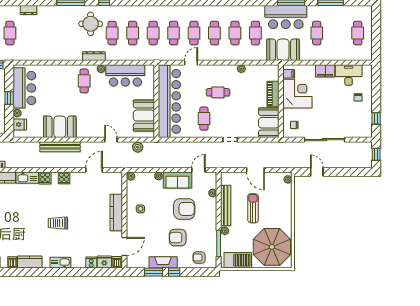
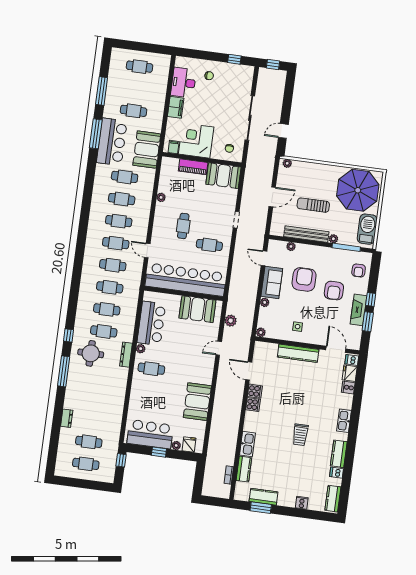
bench: (60, 147) -> (219, 404), removed
cooker: (45, 178) -> (255, 391), moved
trolley: (58, 223) -> (300, 435), moved

